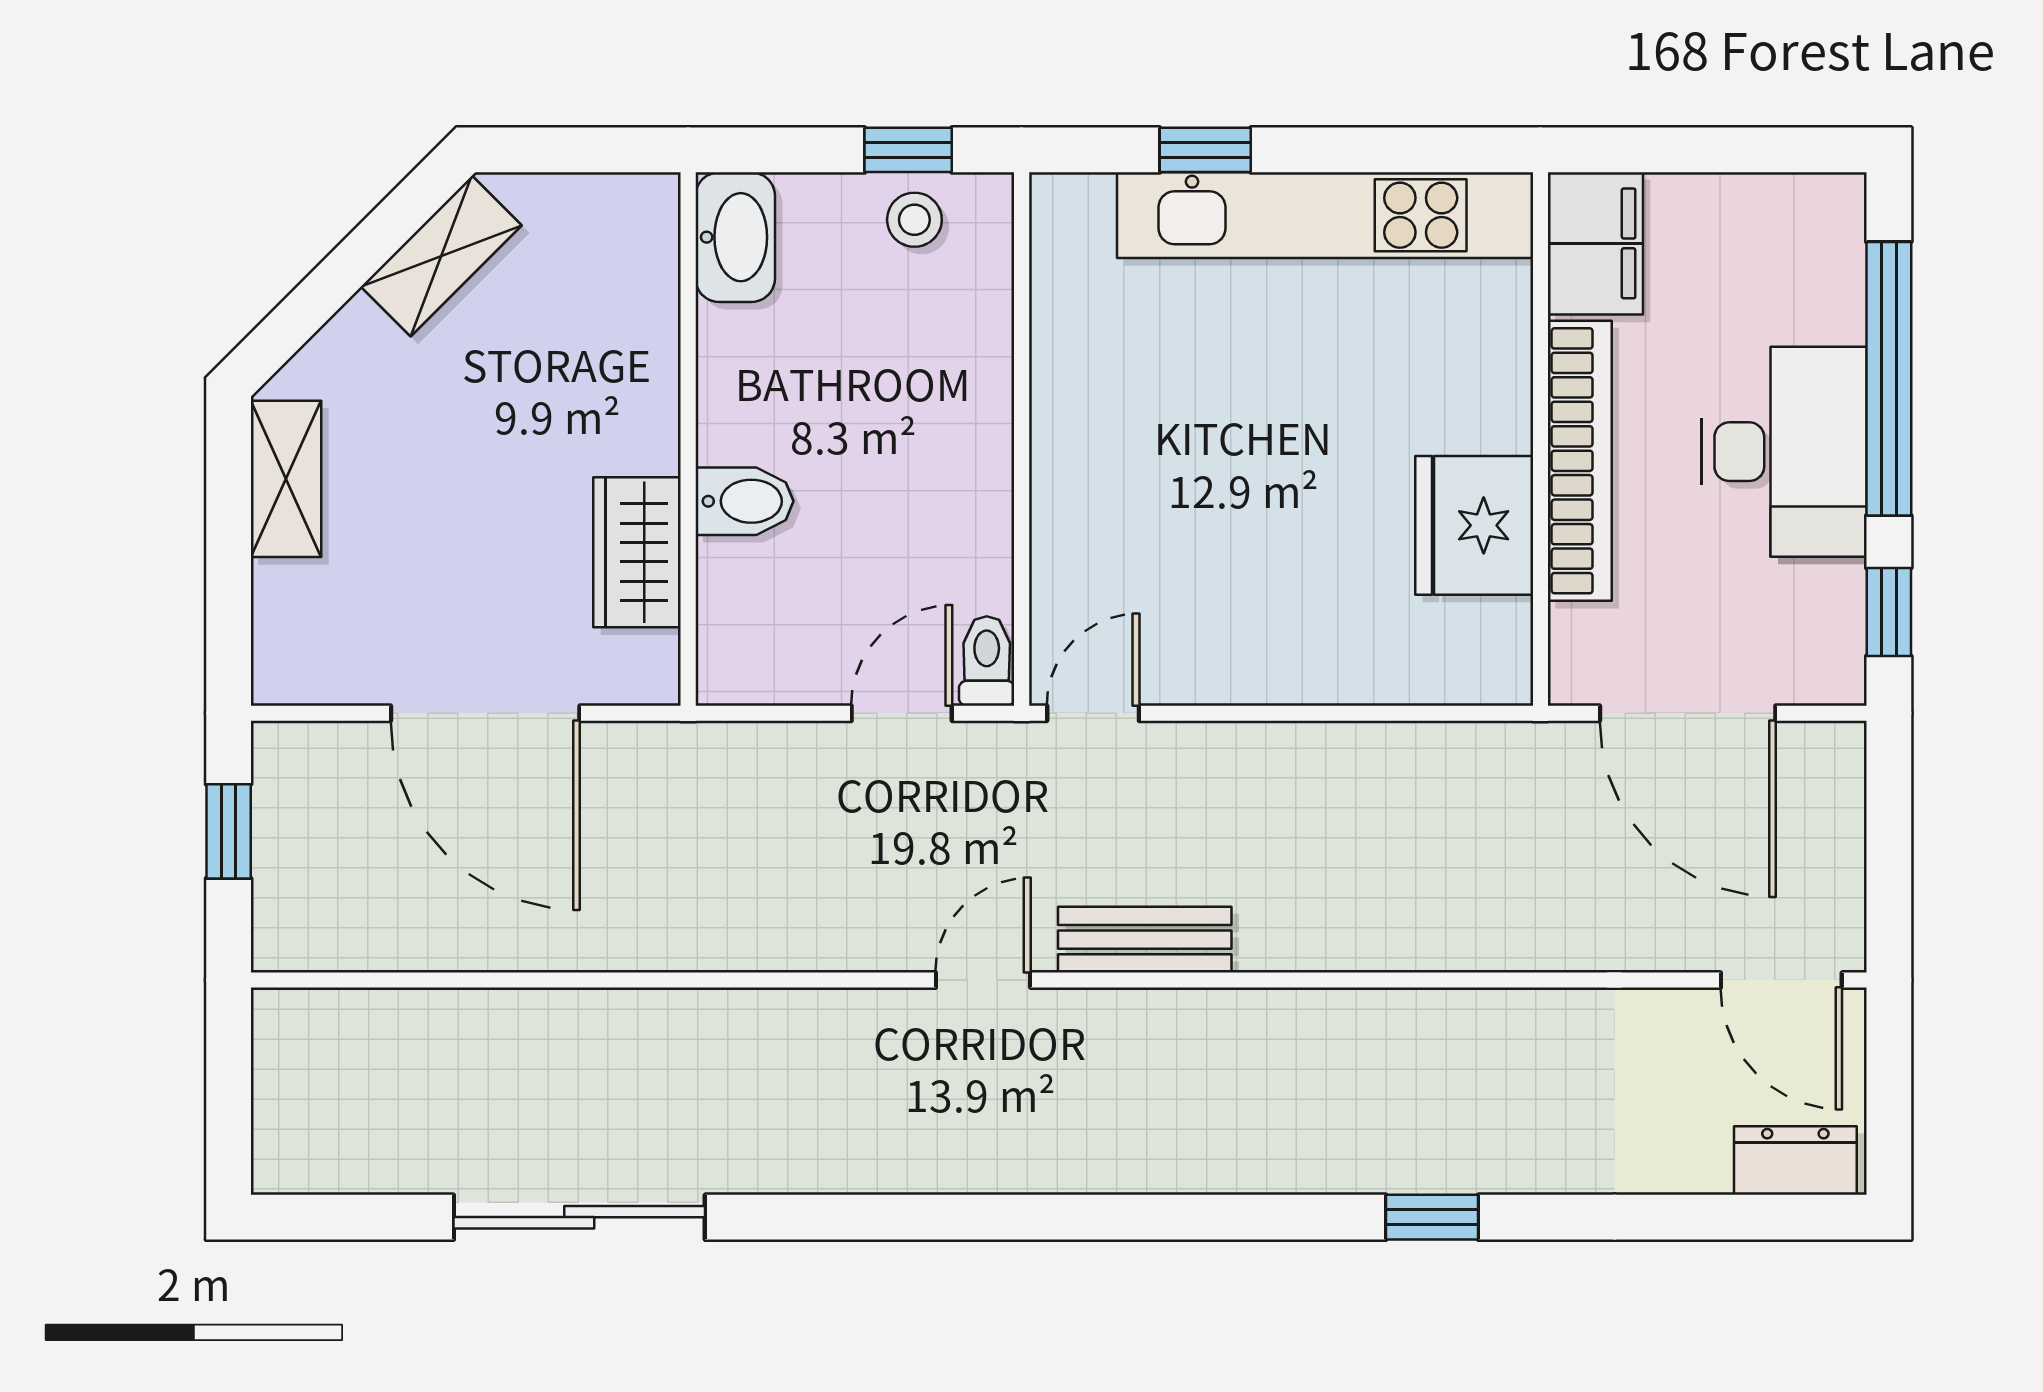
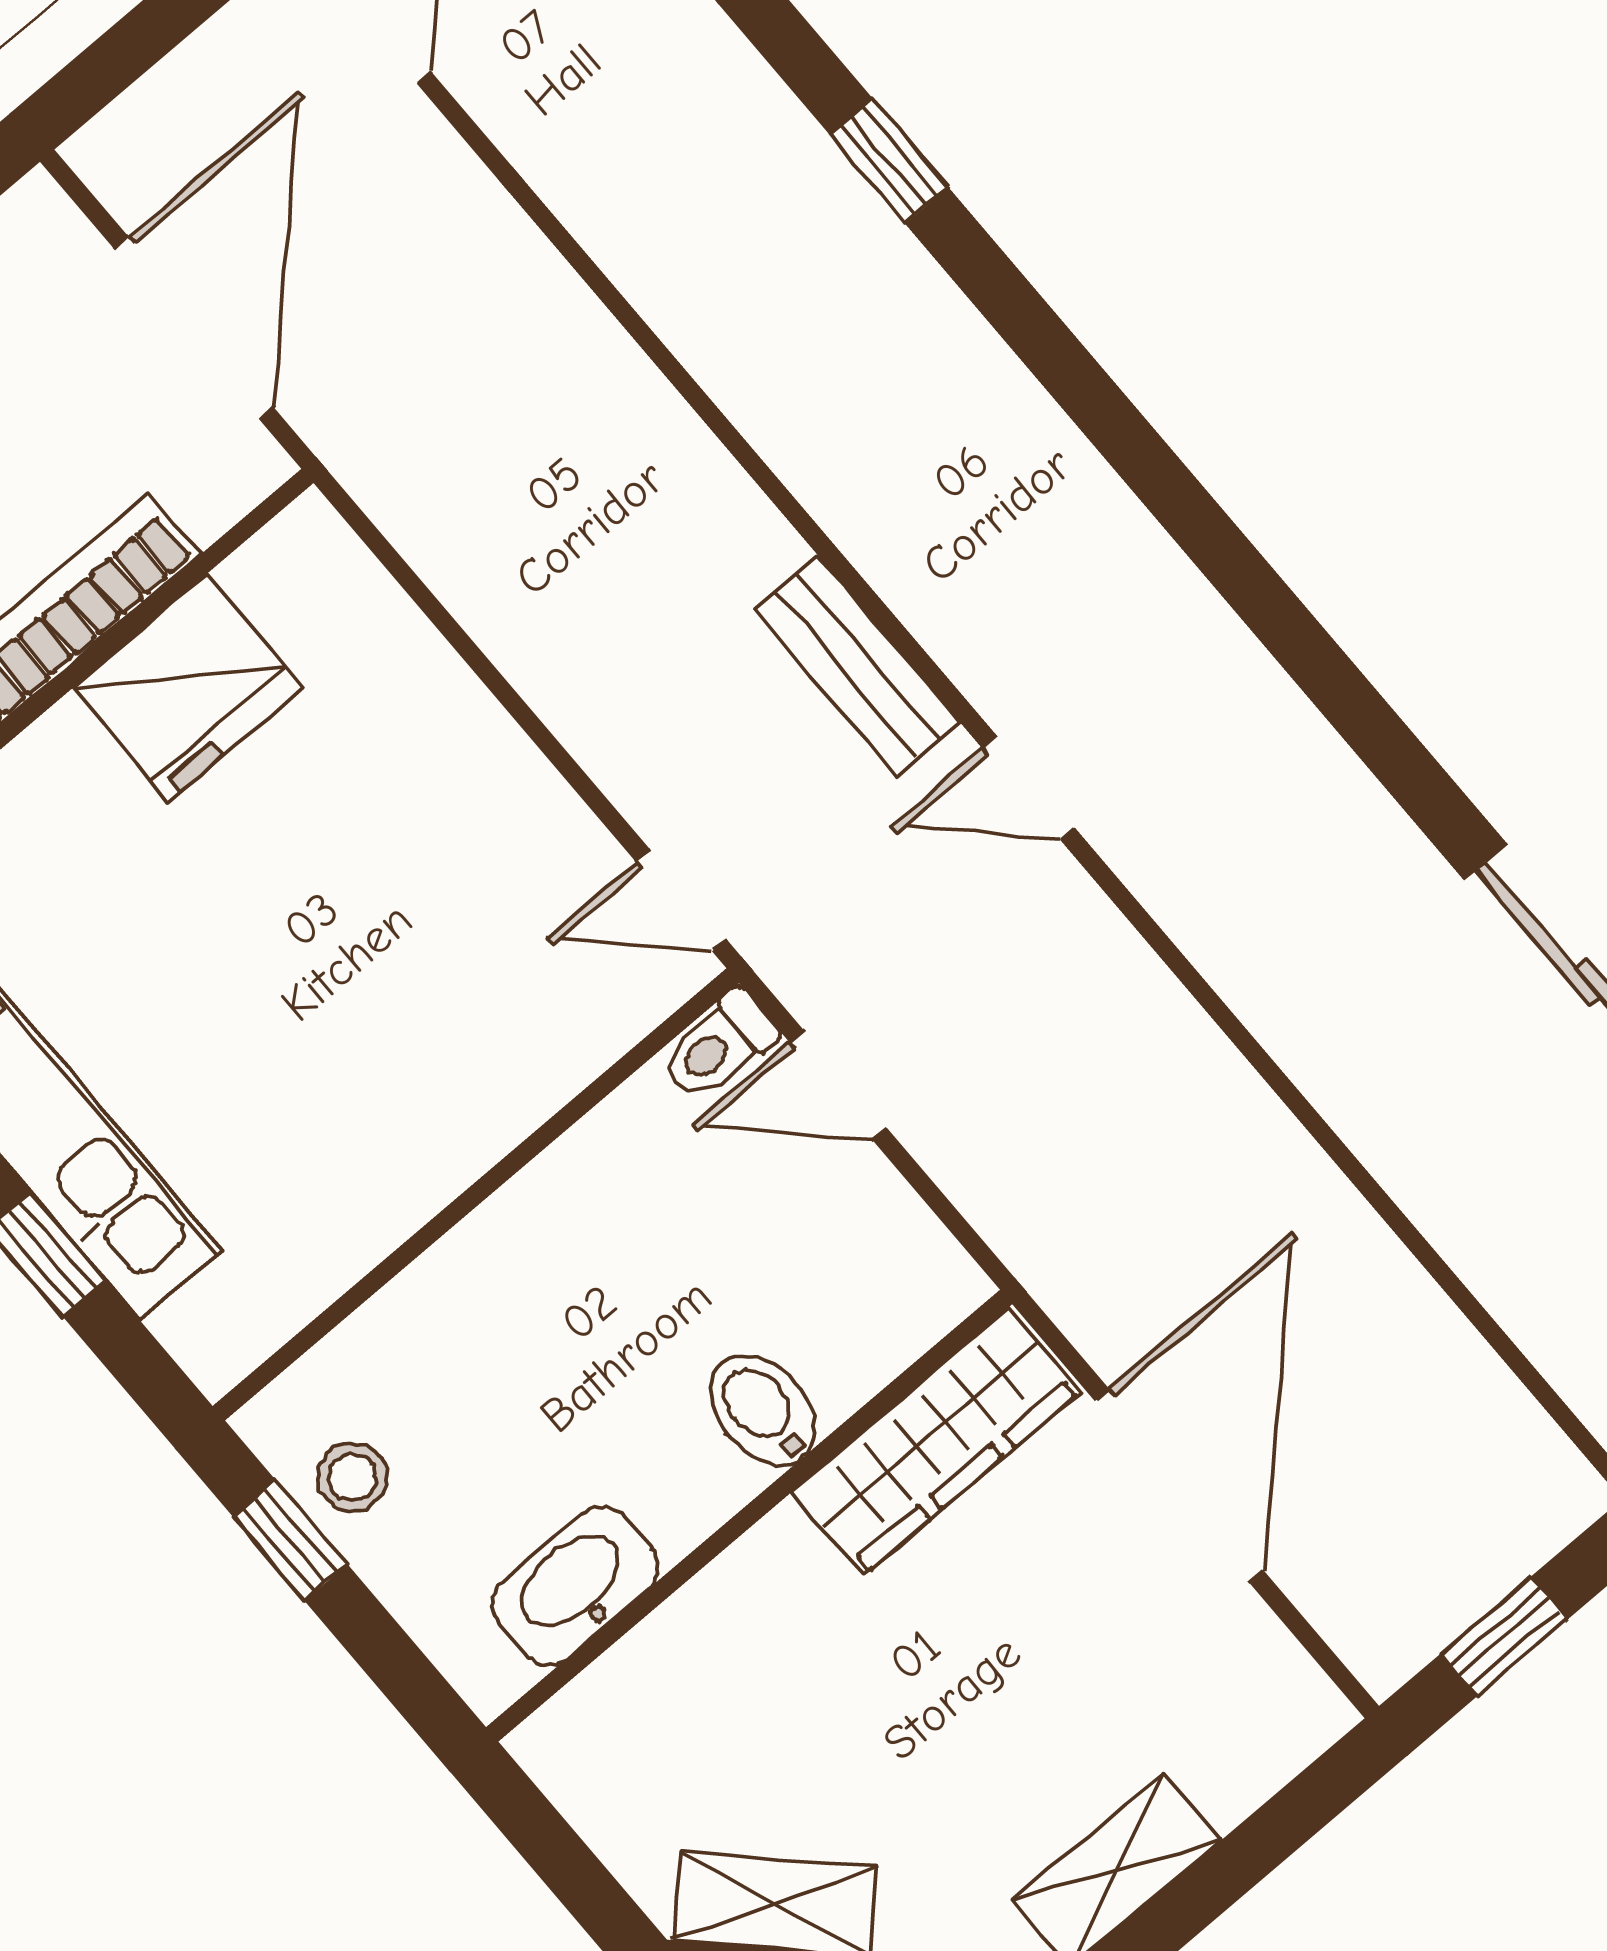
washbasin: (735, 237) -> (575, 1586), moved
wardrobe: (637, 552) -> (936, 1441), width x1.50

